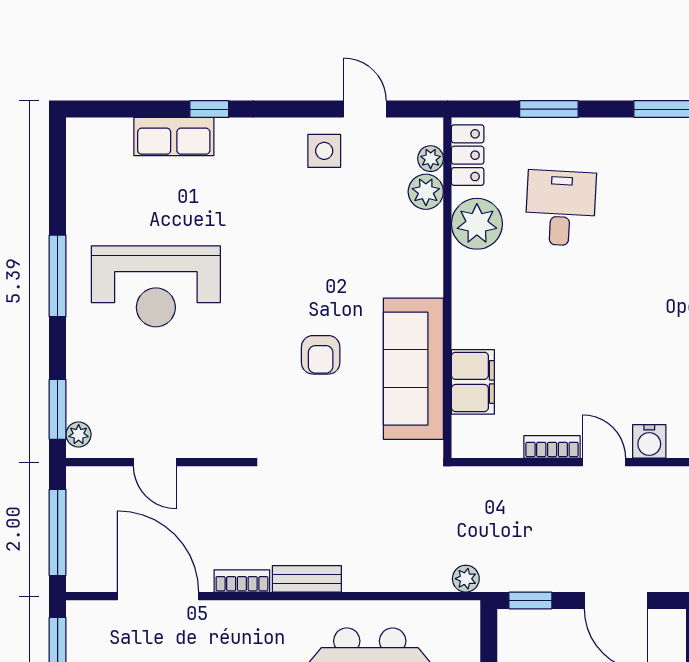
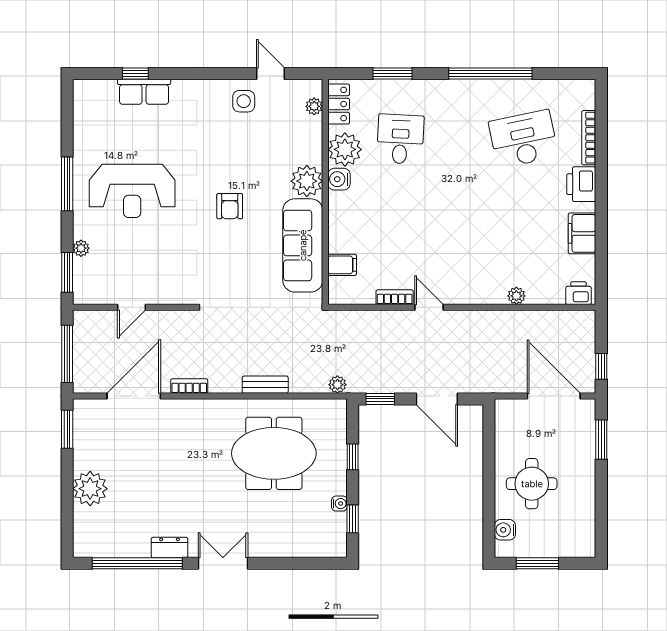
window: (209, 109) -> (135, 73), moved
plant: (426, 192) -> (307, 181), moved, width x1.36, depth x1.36
armchair: (321, 355) -> (230, 206), moved
filing cabinet: (473, 382) -> (342, 265), width x0.50
plant: (79, 434) -> (81, 248), moved
water cooler: (649, 441) -> (339, 179), moved, turned 90
door: (155, 462) -> (131, 307), hinge flipped
bench: (307, 579) -> (265, 385), moved
door: (158, 596) -> (134, 396), hinge flipped

